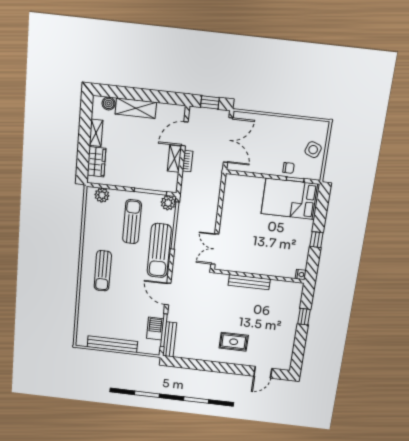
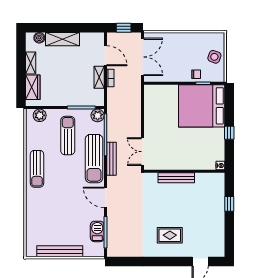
door: (185, 134) -> (105, 56), swing flipped
bed: (290, 199) -> (202, 106), width x1.36
sun lounger: (103, 271) -> (37, 169), moved
bench: (170, 339) -> (112, 159), moved

